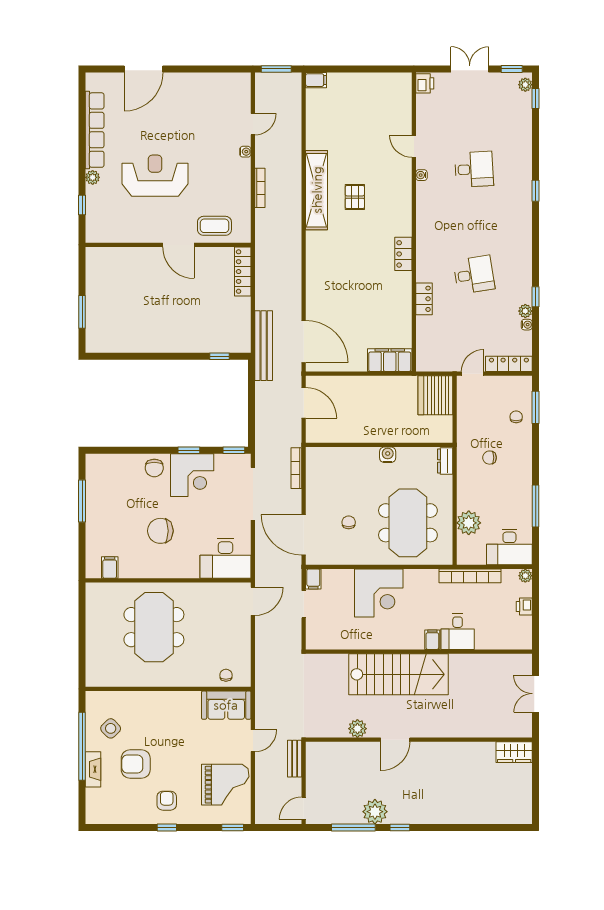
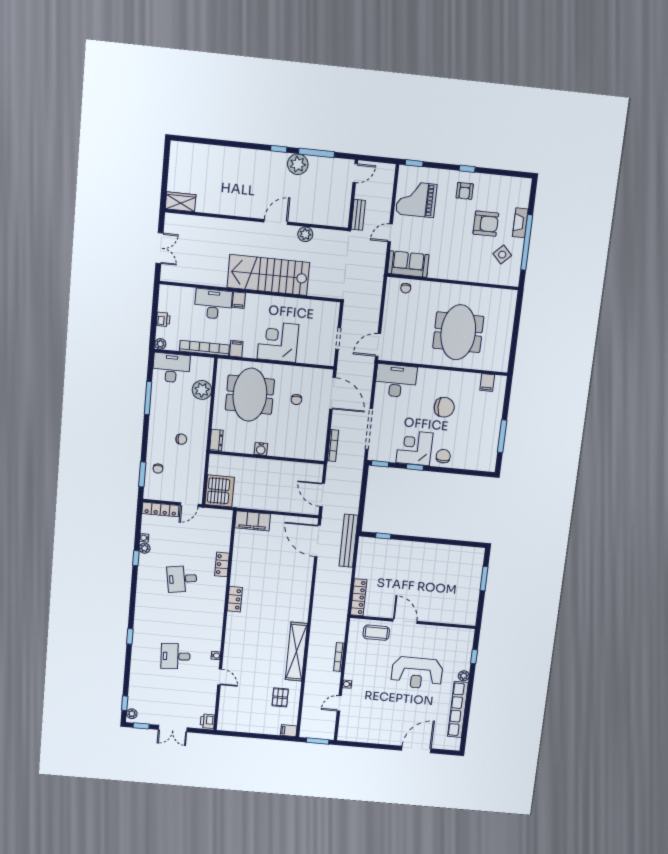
pallet: (355, 197) -> (280, 697), moved
filing cabinet: (313, 579) -> (236, 349), moved
desk: (458, 632) -> (213, 304), width x1.37

